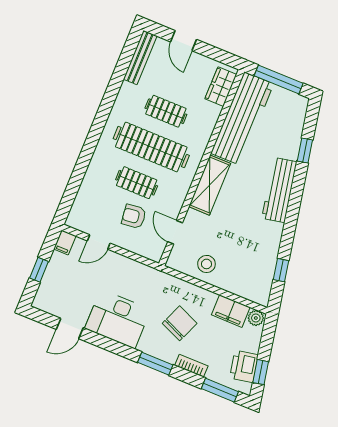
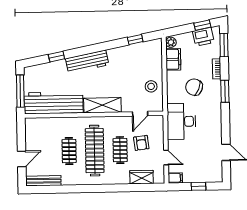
wardrobe: (221, 87) -> (142, 177), moved, turned 180
desk: (118, 319) -> (181, 121), moved, turned 180

